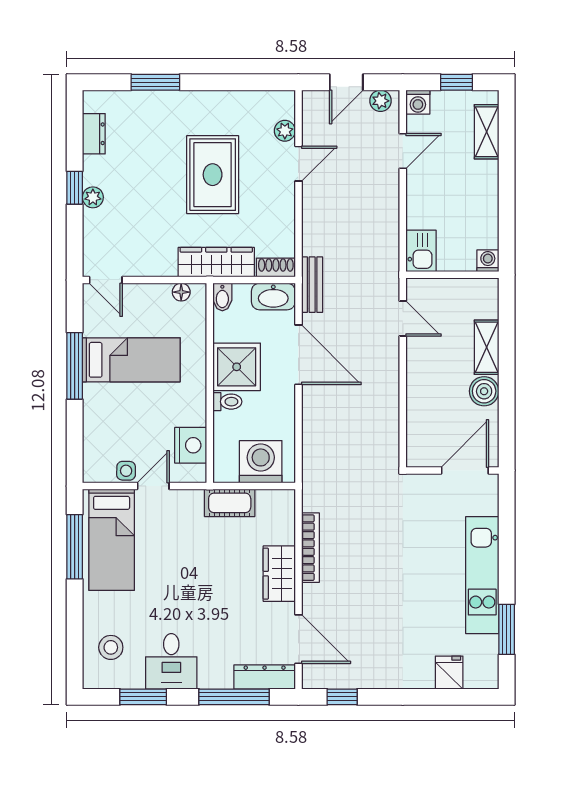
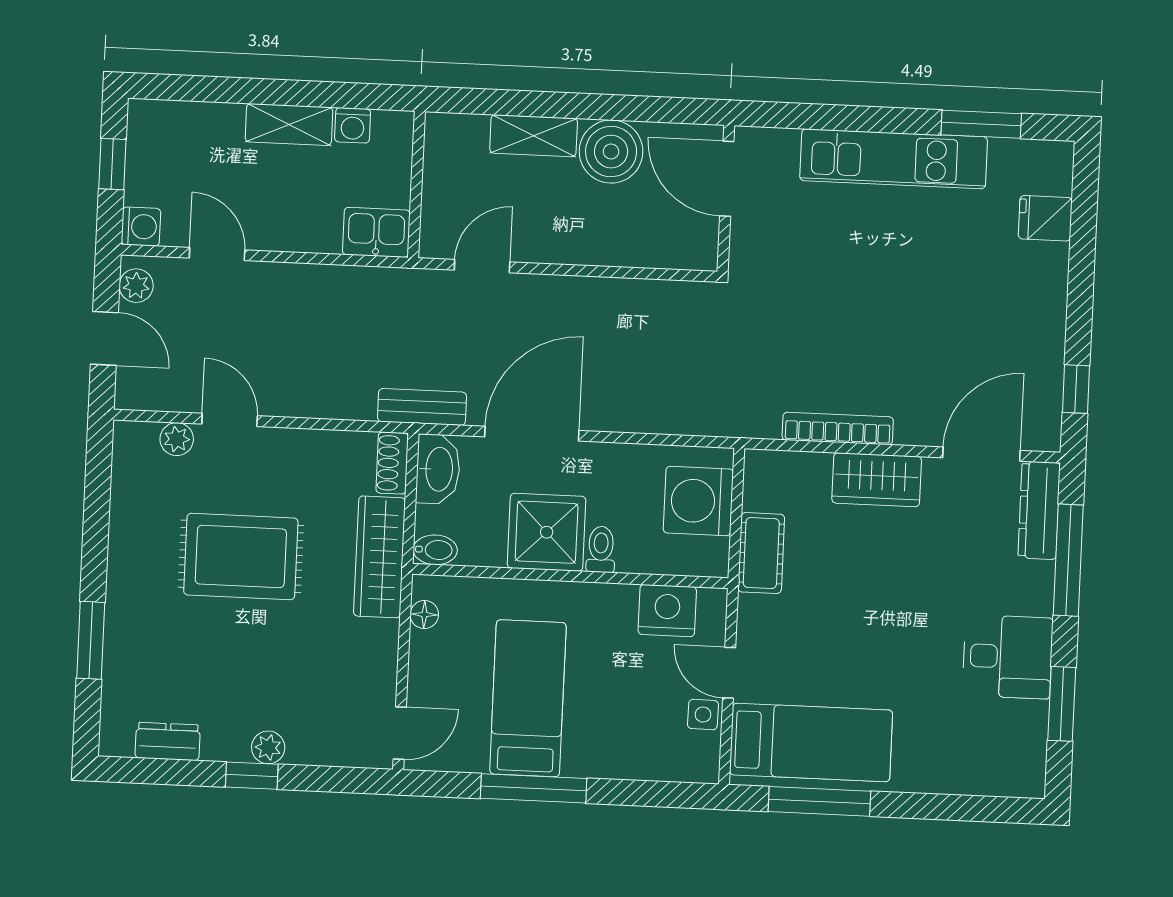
shelving: (487, 132) -> (289, 125), moved
washing machine: (488, 261) -> (353, 125), moved, turned -90
boiler: (484, 391) -> (611, 152), width x1.37, depth x1.37
stool: (111, 647) -> (981, 751), removed

